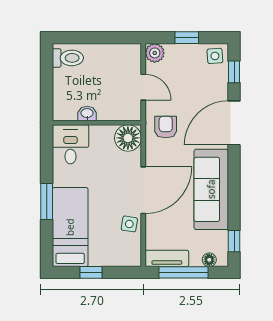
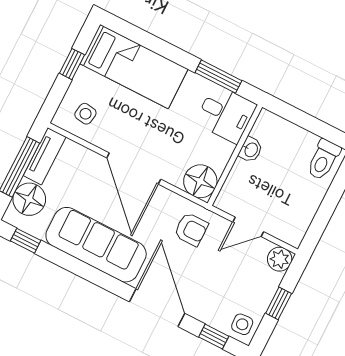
window: (47, 202) -> (218, 77), moved
side table: (129, 224) -> (85, 114), moved
floor lamp: (209, 260) -> (29, 199), width x1.89, depth x1.89

